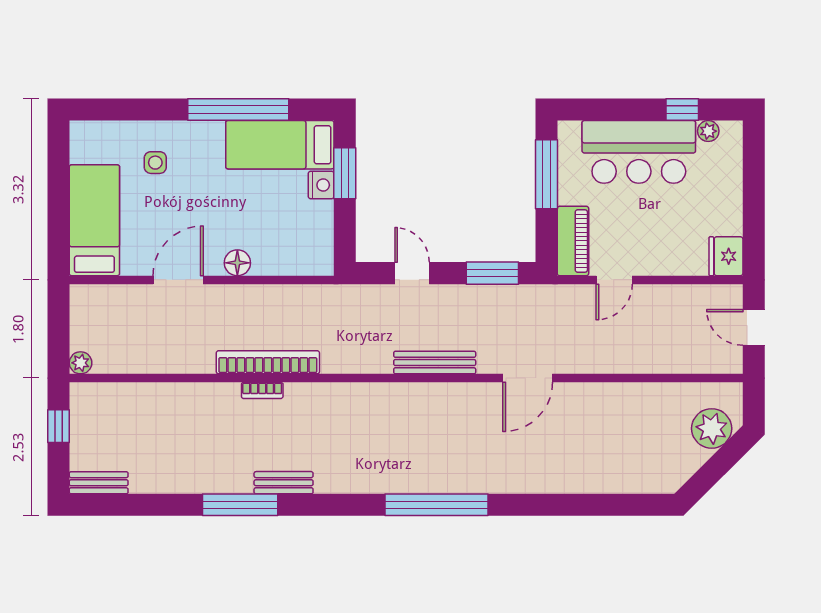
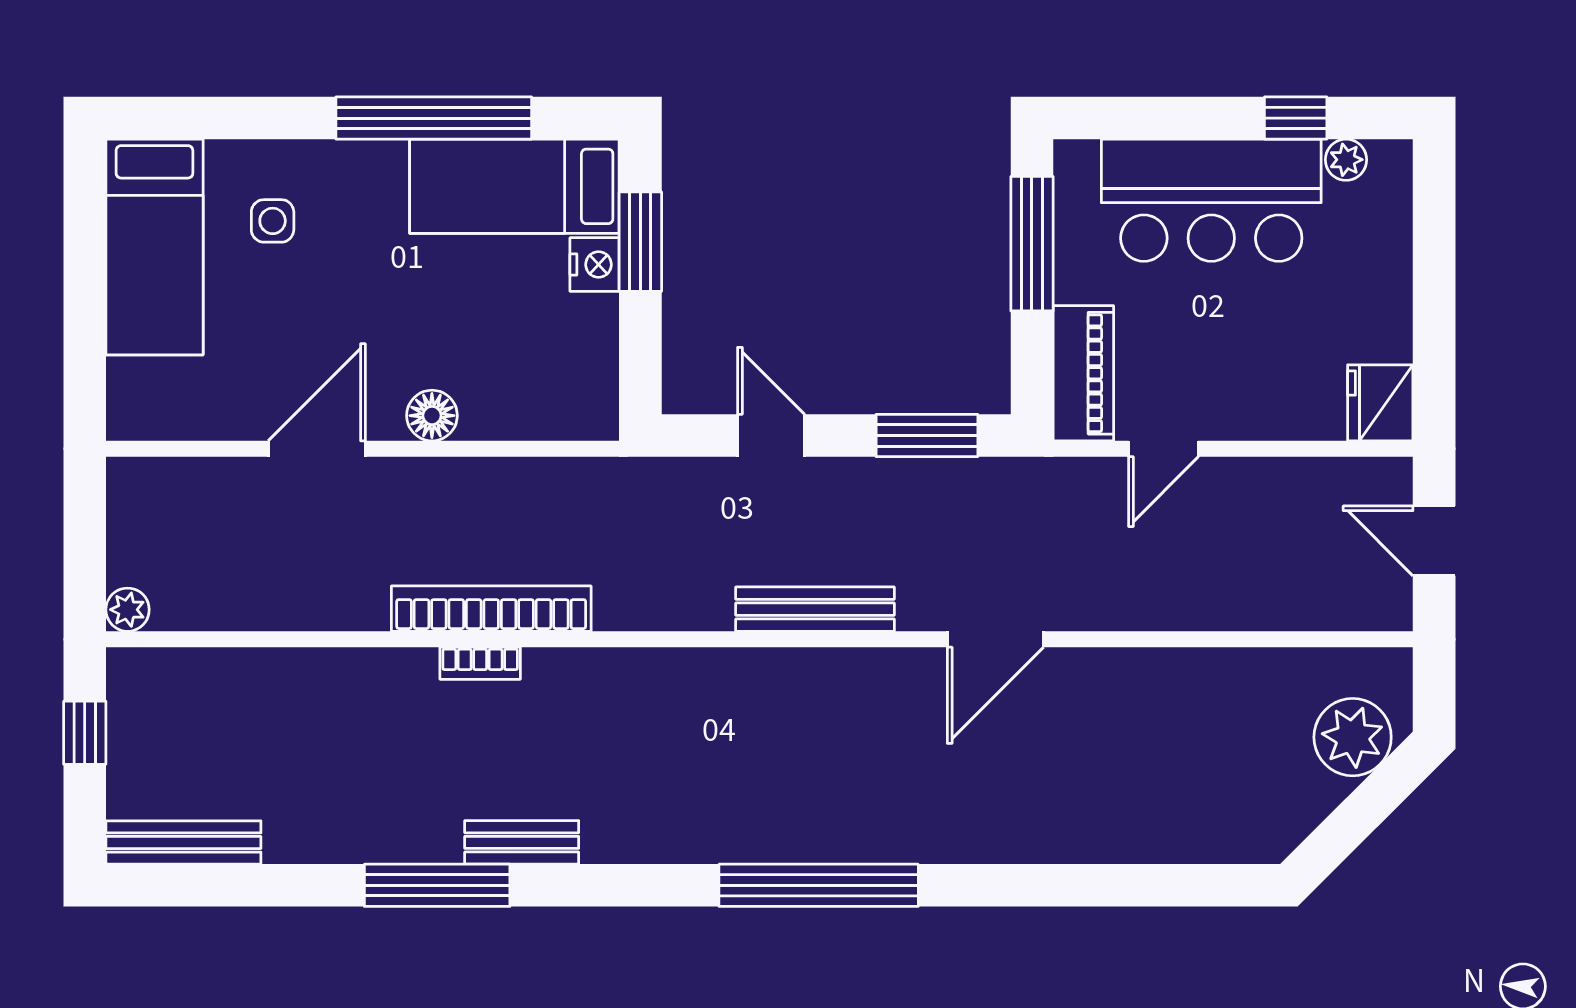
bed: (94, 220) -> (154, 247), moved, turned 180
bench: (99, 483) -> (183, 842), width x1.36

